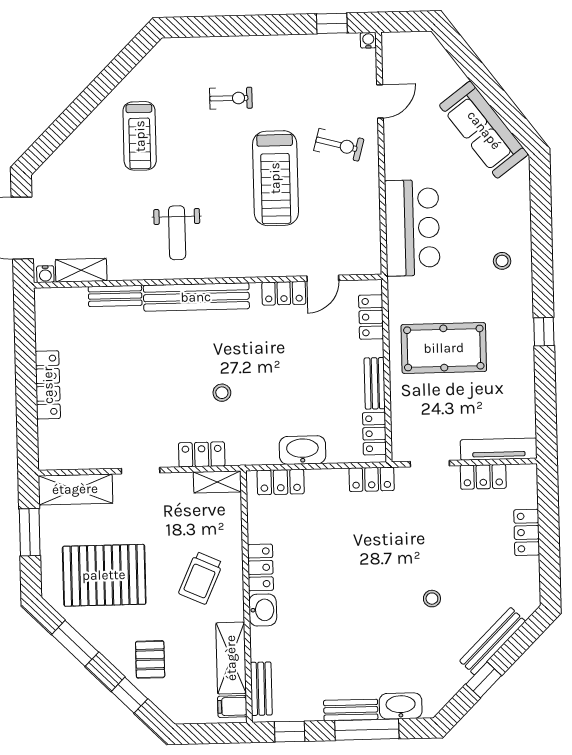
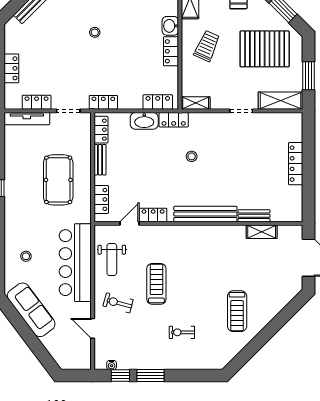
window: (282, 25) -> (151, 376), added
water cooler: (368, 40) -> (112, 365), moved
door: (380, 101) -> (93, 328), hinge flipped
treadmill: (140, 136) -> (237, 311), turned 180
treadmill: (275, 178) -> (156, 284), width x0.73, depth x0.73
bar counter: (412, 228) -> (75, 263), width x1.36
weight bench: (177, 233) -> (112, 259), moved, turned 180
stool: (502, 261) -> (26, 256), moved
shelving: (81, 270) -> (262, 232), moved
water cooler: (45, 274) -> (295, 230), removed
pool table: (444, 348) -> (58, 180), turned 90
locker: (202, 454) -> (174, 120), moved
stool: (432, 599) -> (95, 32), moved

